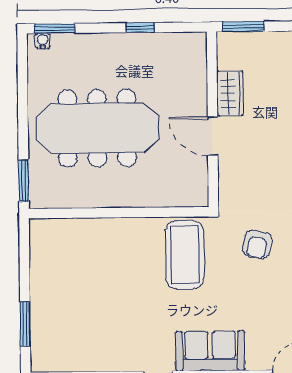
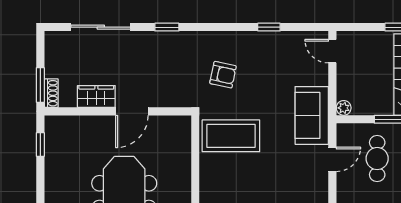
window: (140, 28) -> (40, 144), moved
shoe rack: (233, 40) -> (51, 93), added

